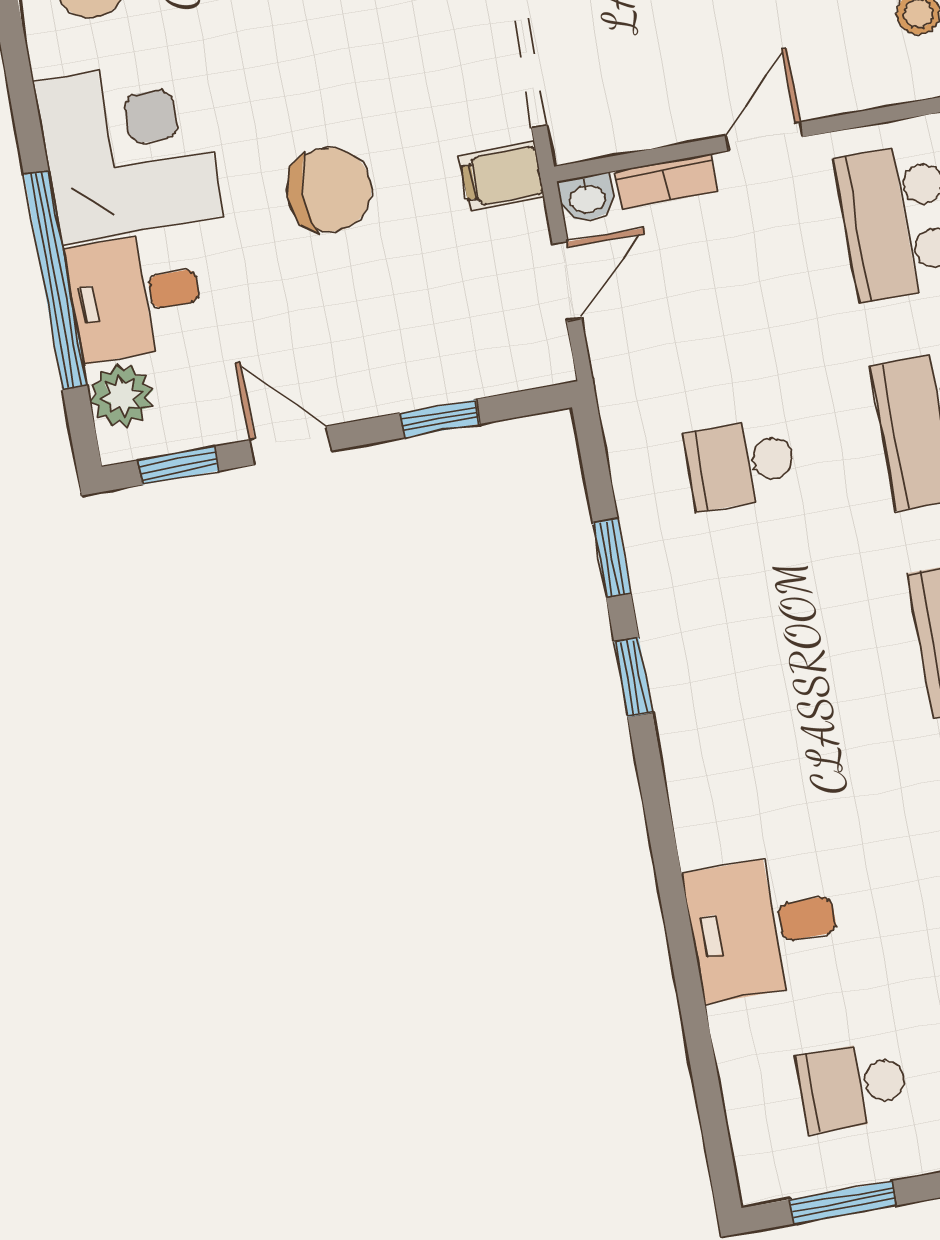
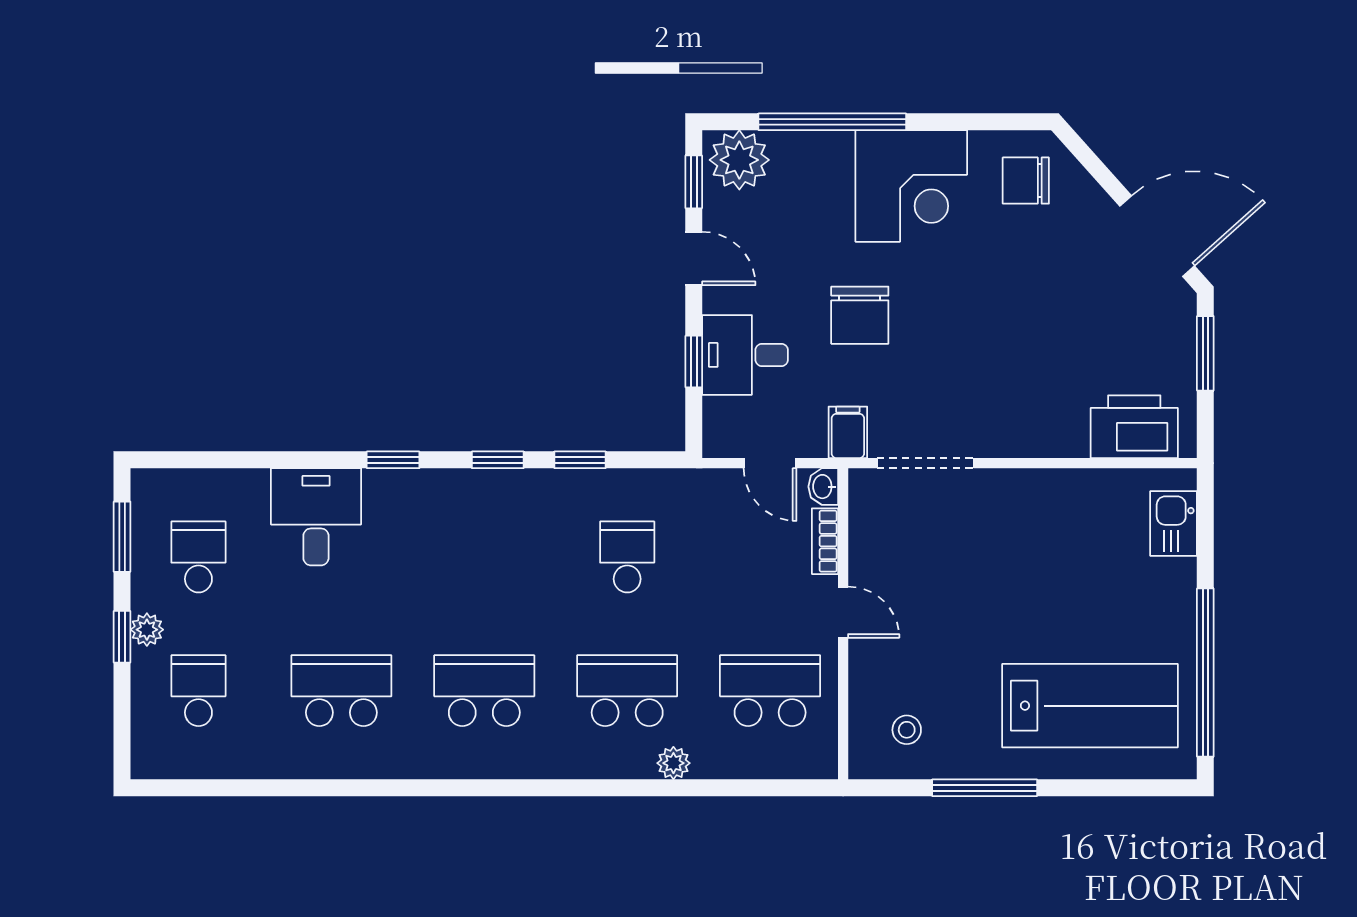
desk: (135, 296) -> (745, 355), moved, turned -90
plant: (122, 396) -> (739, 160), width x1.36, depth x1.36
door: (290, 445) -> (694, 259), hinge flipped
window: (661, 829) -> (393, 460), added

